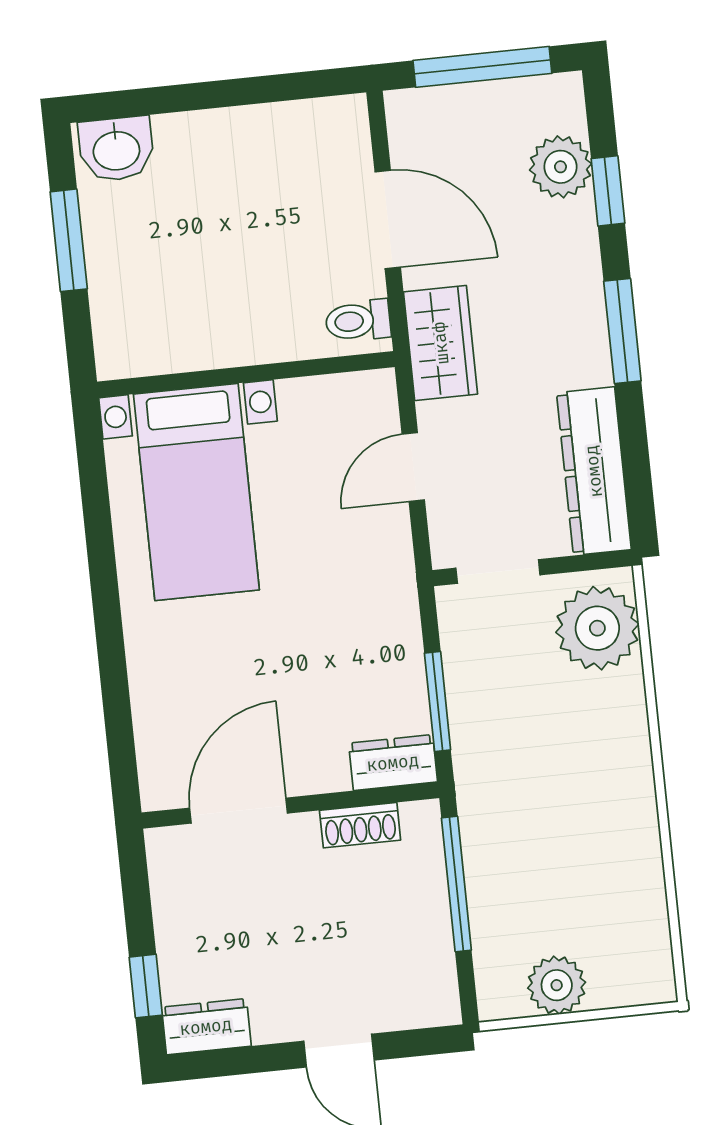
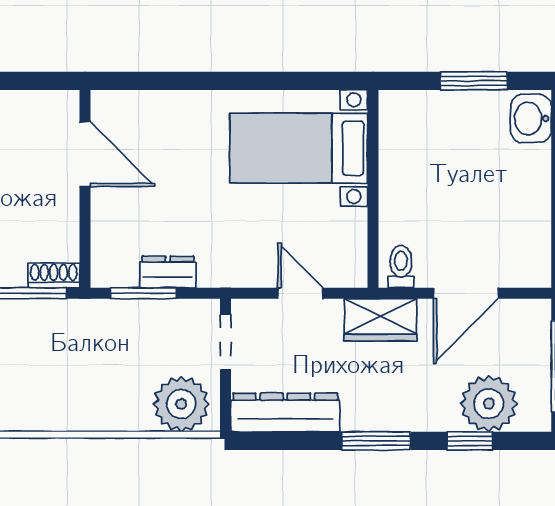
plant: (560, 167) -> (489, 404), width x1.36, depth x1.36
dresser: (393, 763) -> (168, 272), moved, turned -90
shoe rack: (360, 825) -> (54, 275), moved, turned 90

